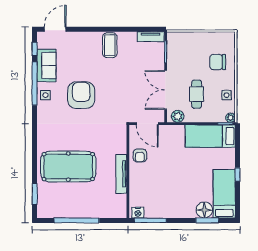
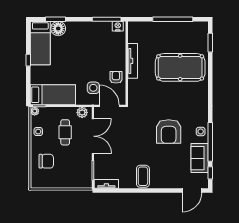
side table: (165, 144) -> (93, 88), added

